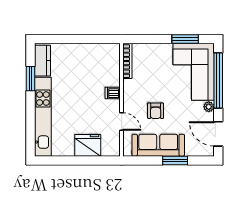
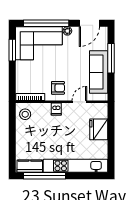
stool: (106, 55) -> (25, 114), added
window: (31, 79) -> (45, 176), width x2.11
armchair: (156, 111) -> (58, 88), moved
window: (175, 160) -> (111, 58), width x1.44

